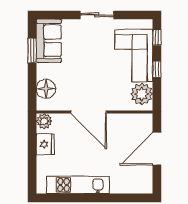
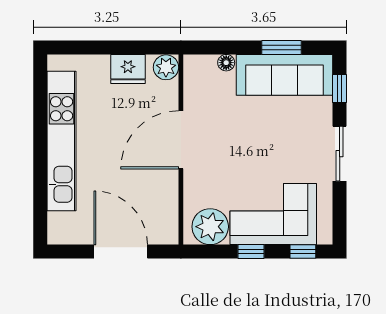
window: (57, 15) -> (340, 88), added
sofa: (49, 41) -> (285, 75), width x1.36
floor lamp: (46, 89) -> (226, 63), width x0.53, depth x0.53
kitchen unit: (78, 185) -> (62, 141), width x1.36

